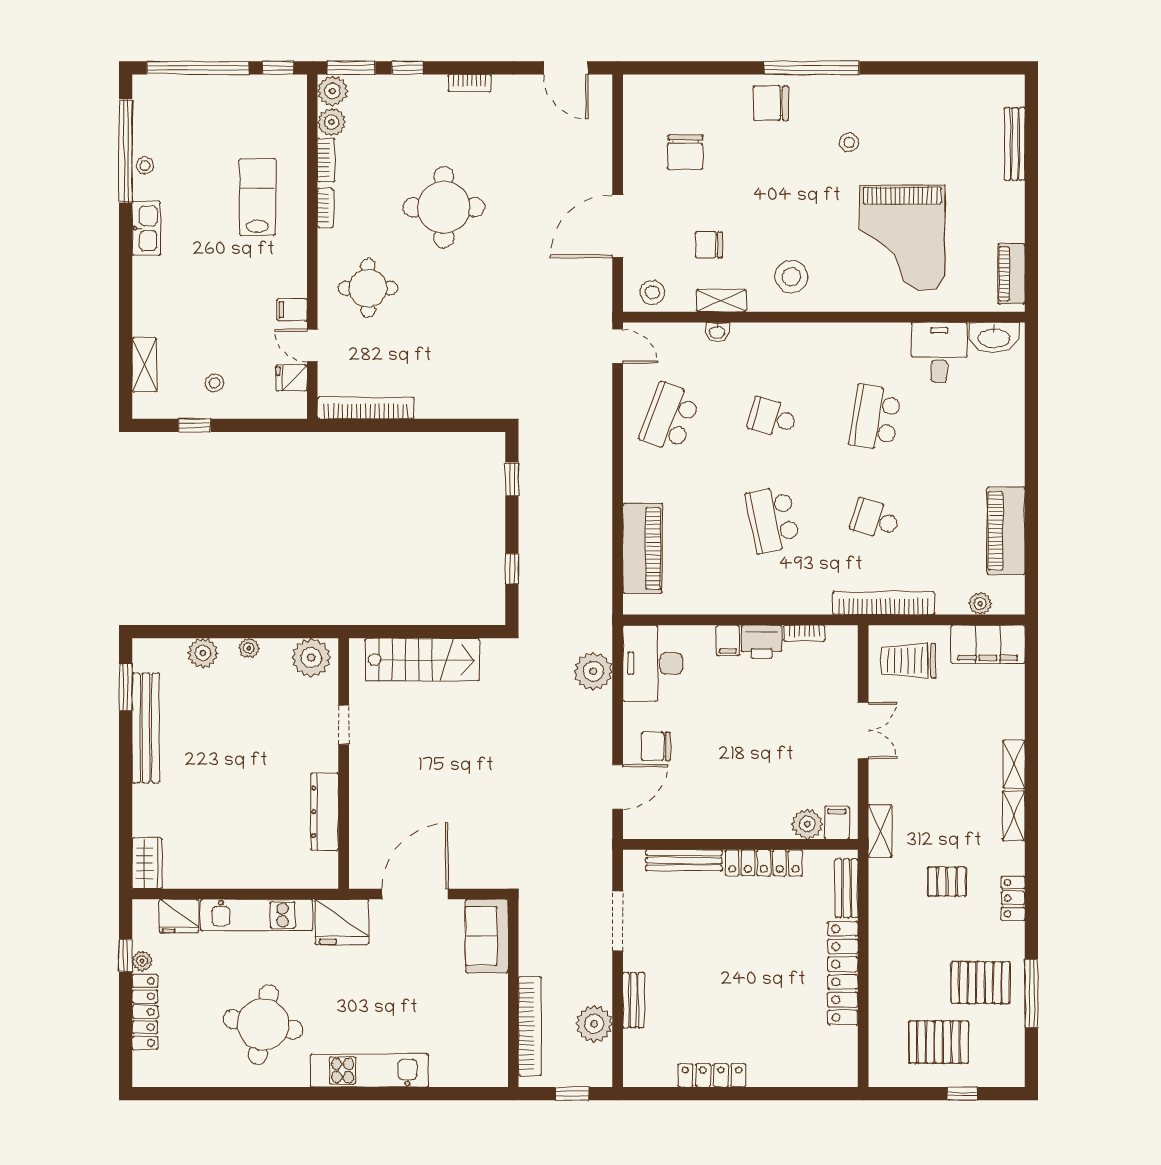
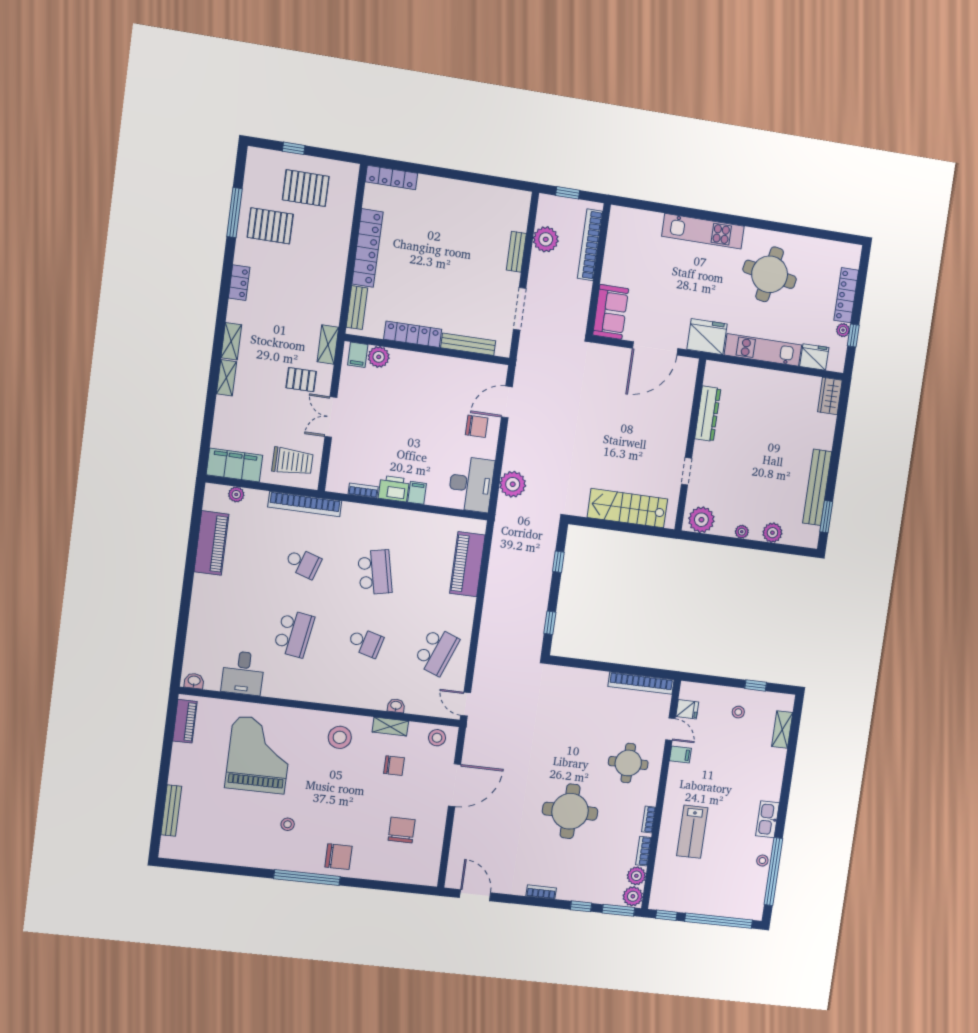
washbasin: (994, 337) -> (194, 681), width x0.52, depth x0.69
pallet: (947, 882) -> (301, 380), moved
locker: (712, 1075) -> (391, 177), moved

